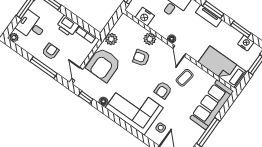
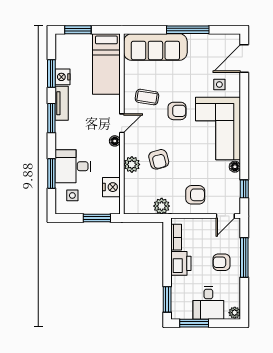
tv unit: (209, 16) -> (62, 103), moved
nightstand: (246, 43) -> (63, 77), moved
armchair: (103, 65) -> (195, 195), width x0.53, depth x0.53

